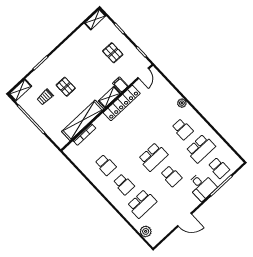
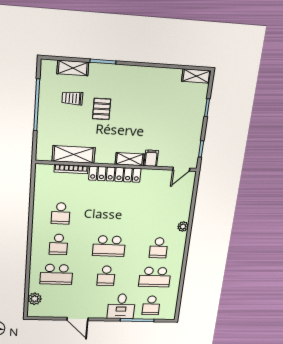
pallet: (113, 53) -> (177, 123), removed
shelving: (20, 90) -> (73, 68), moved
locker: (122, 103) -> (115, 174), moved
shelving: (83, 120) -> (74, 154), width x0.68

